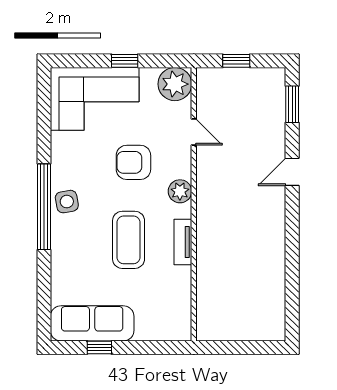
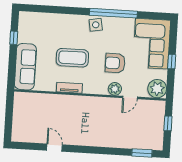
armchair: (133, 162) -> (115, 63), turned -90
door: (292, 172) -> (54, 148), moved
plant: (180, 191) -> (115, 89), moved
window: (44, 207) -> (113, 13), moved
sofa: (92, 323) -> (25, 67), moved

